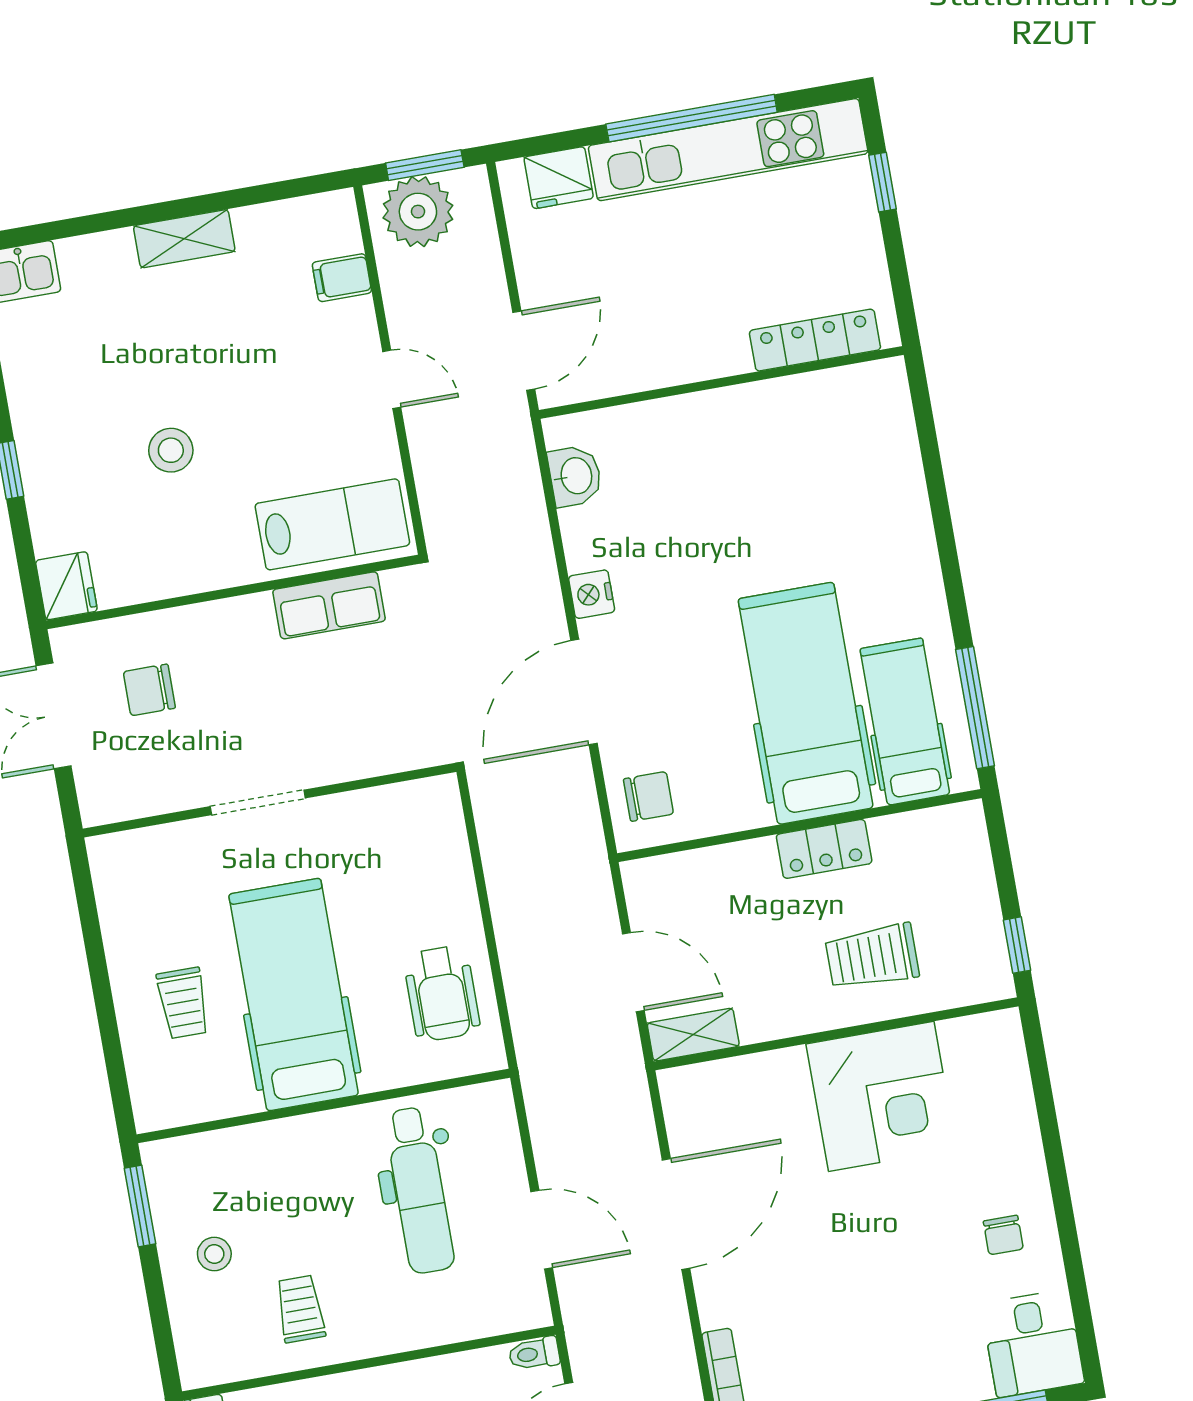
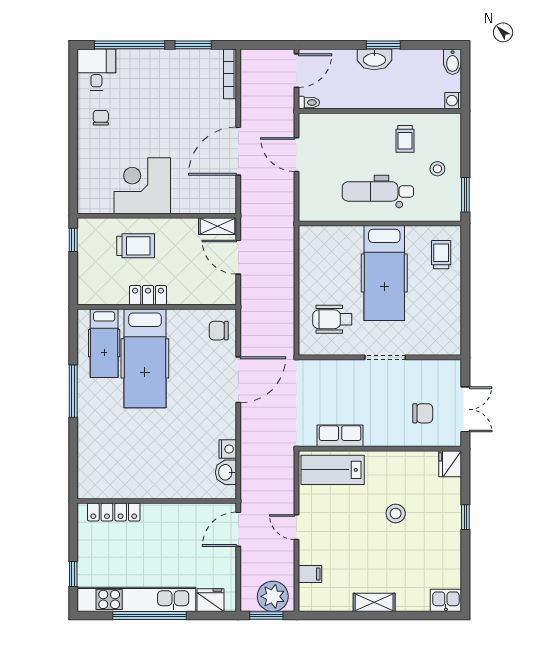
nightstand: (592, 594) -> (228, 449), moved
window: (975, 708) -> (73, 391), moved
wheelchair: (442, 994) -> (332, 319), moved, turned -90
trolley: (183, 1003) -> (441, 255), moved
dental chair: (419, 1190) -> (378, 191), moved, turned -90

